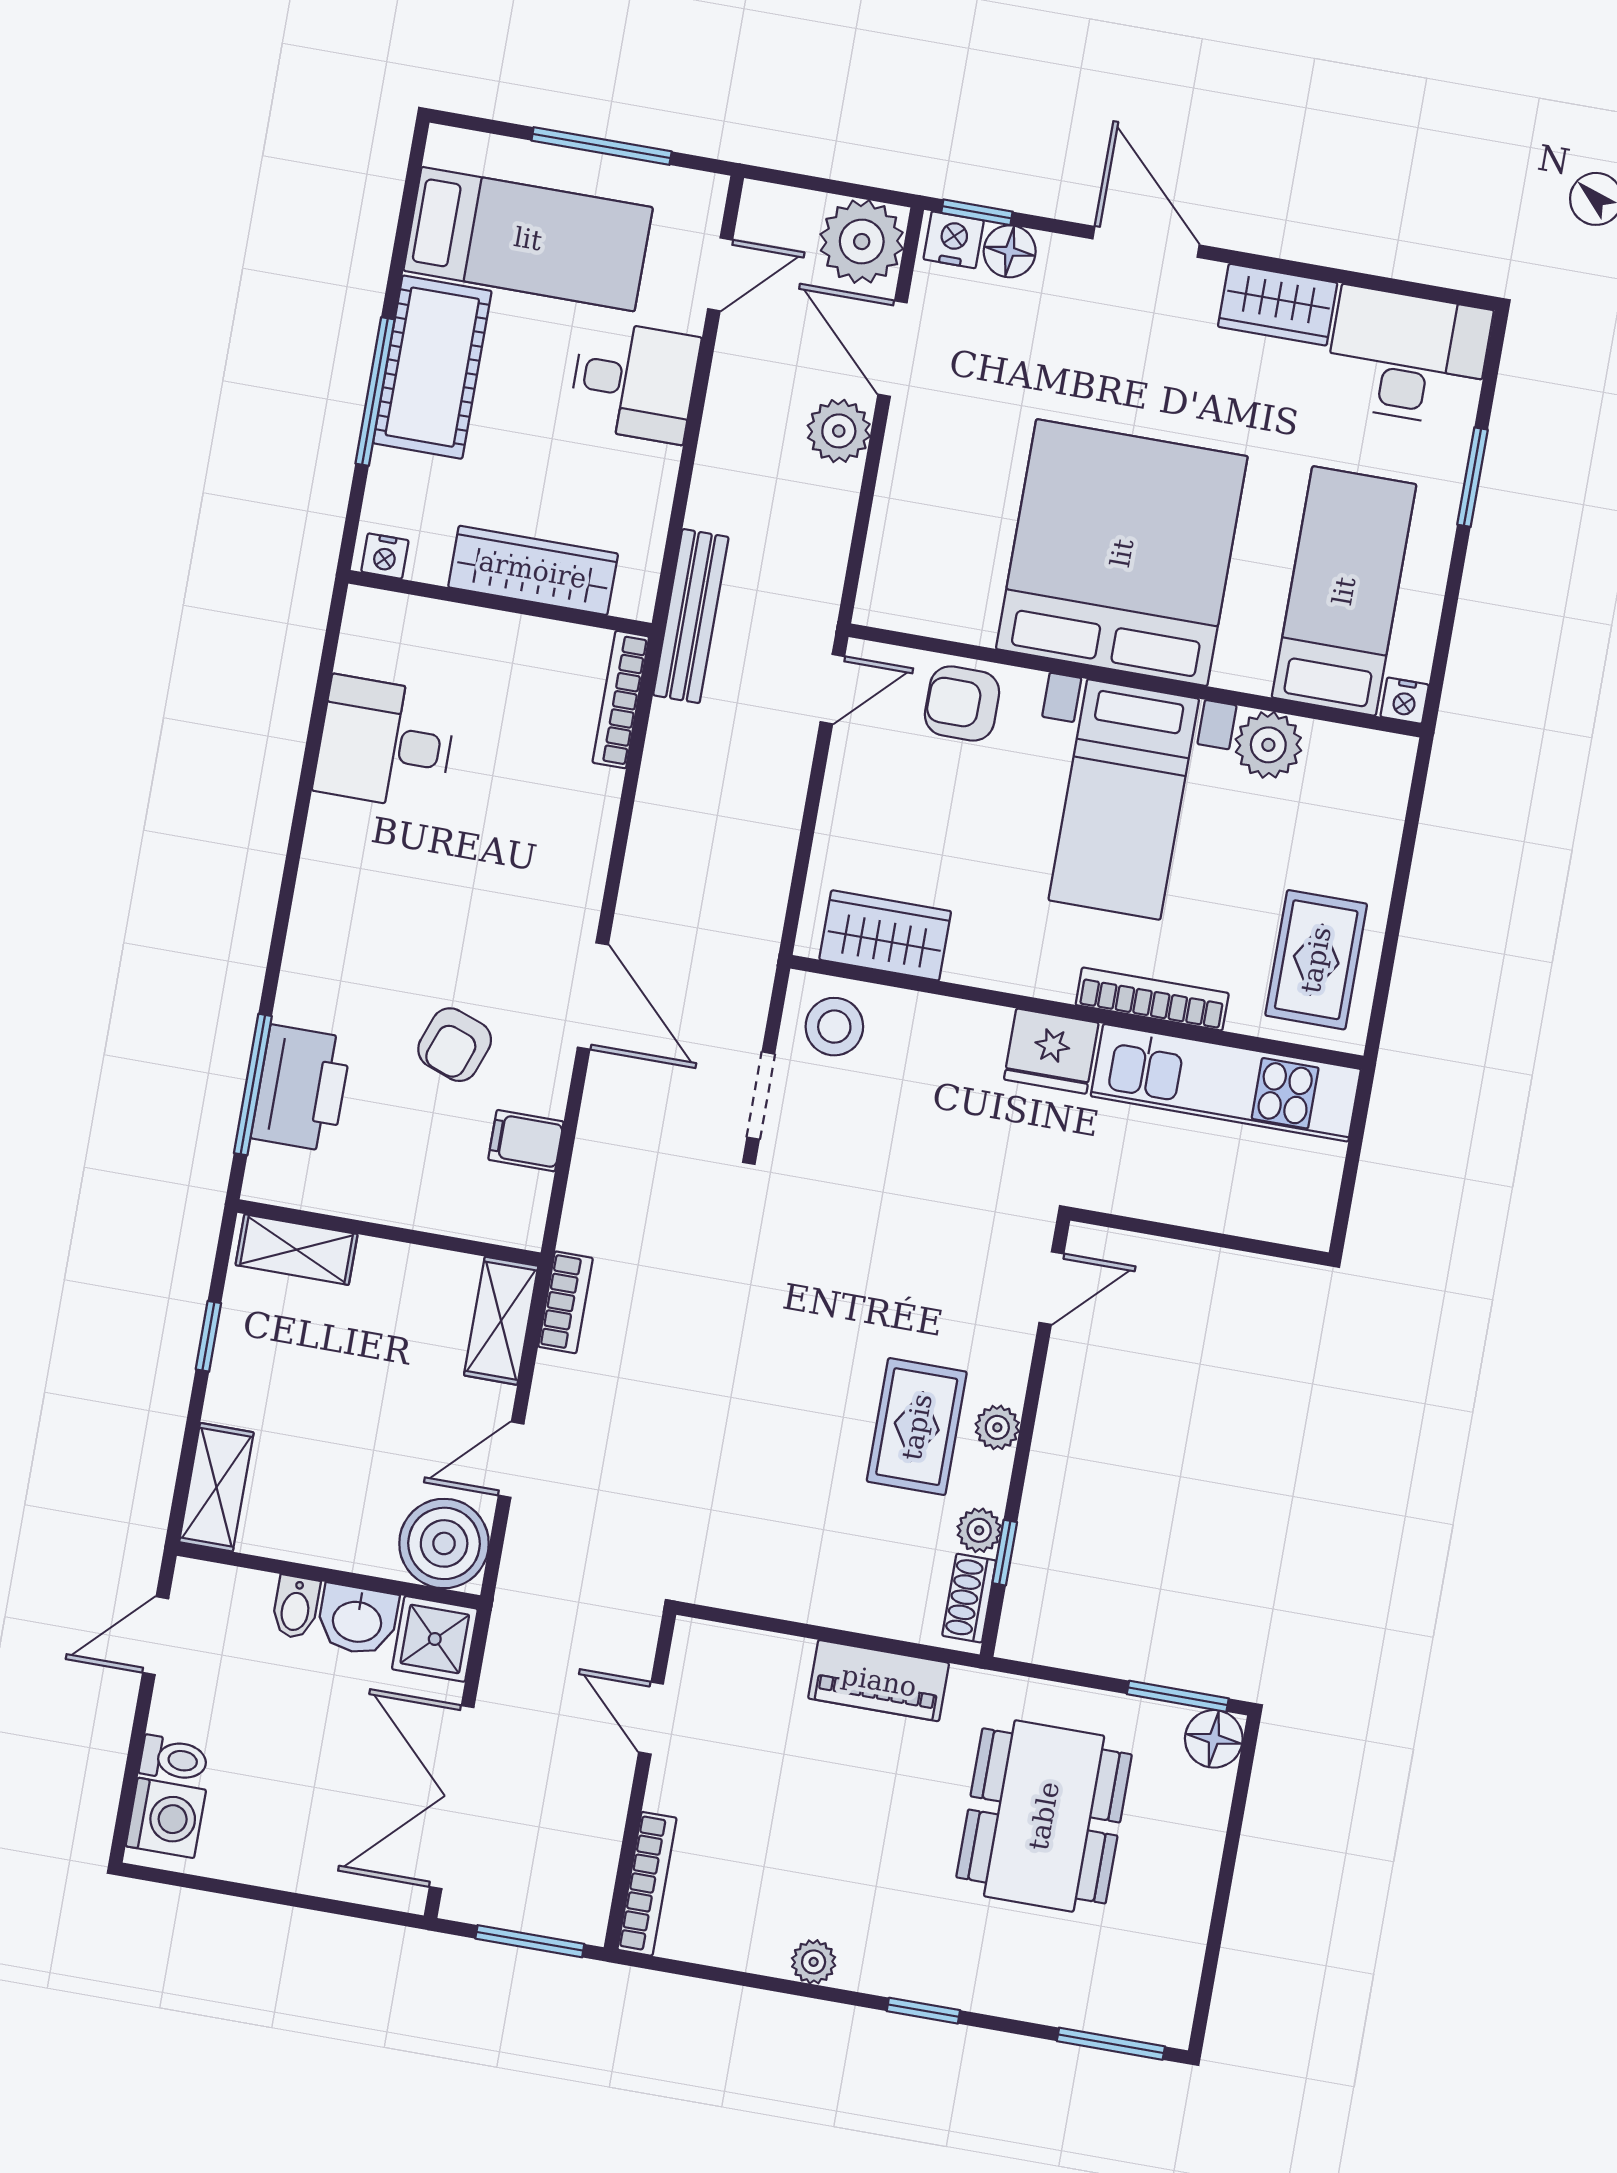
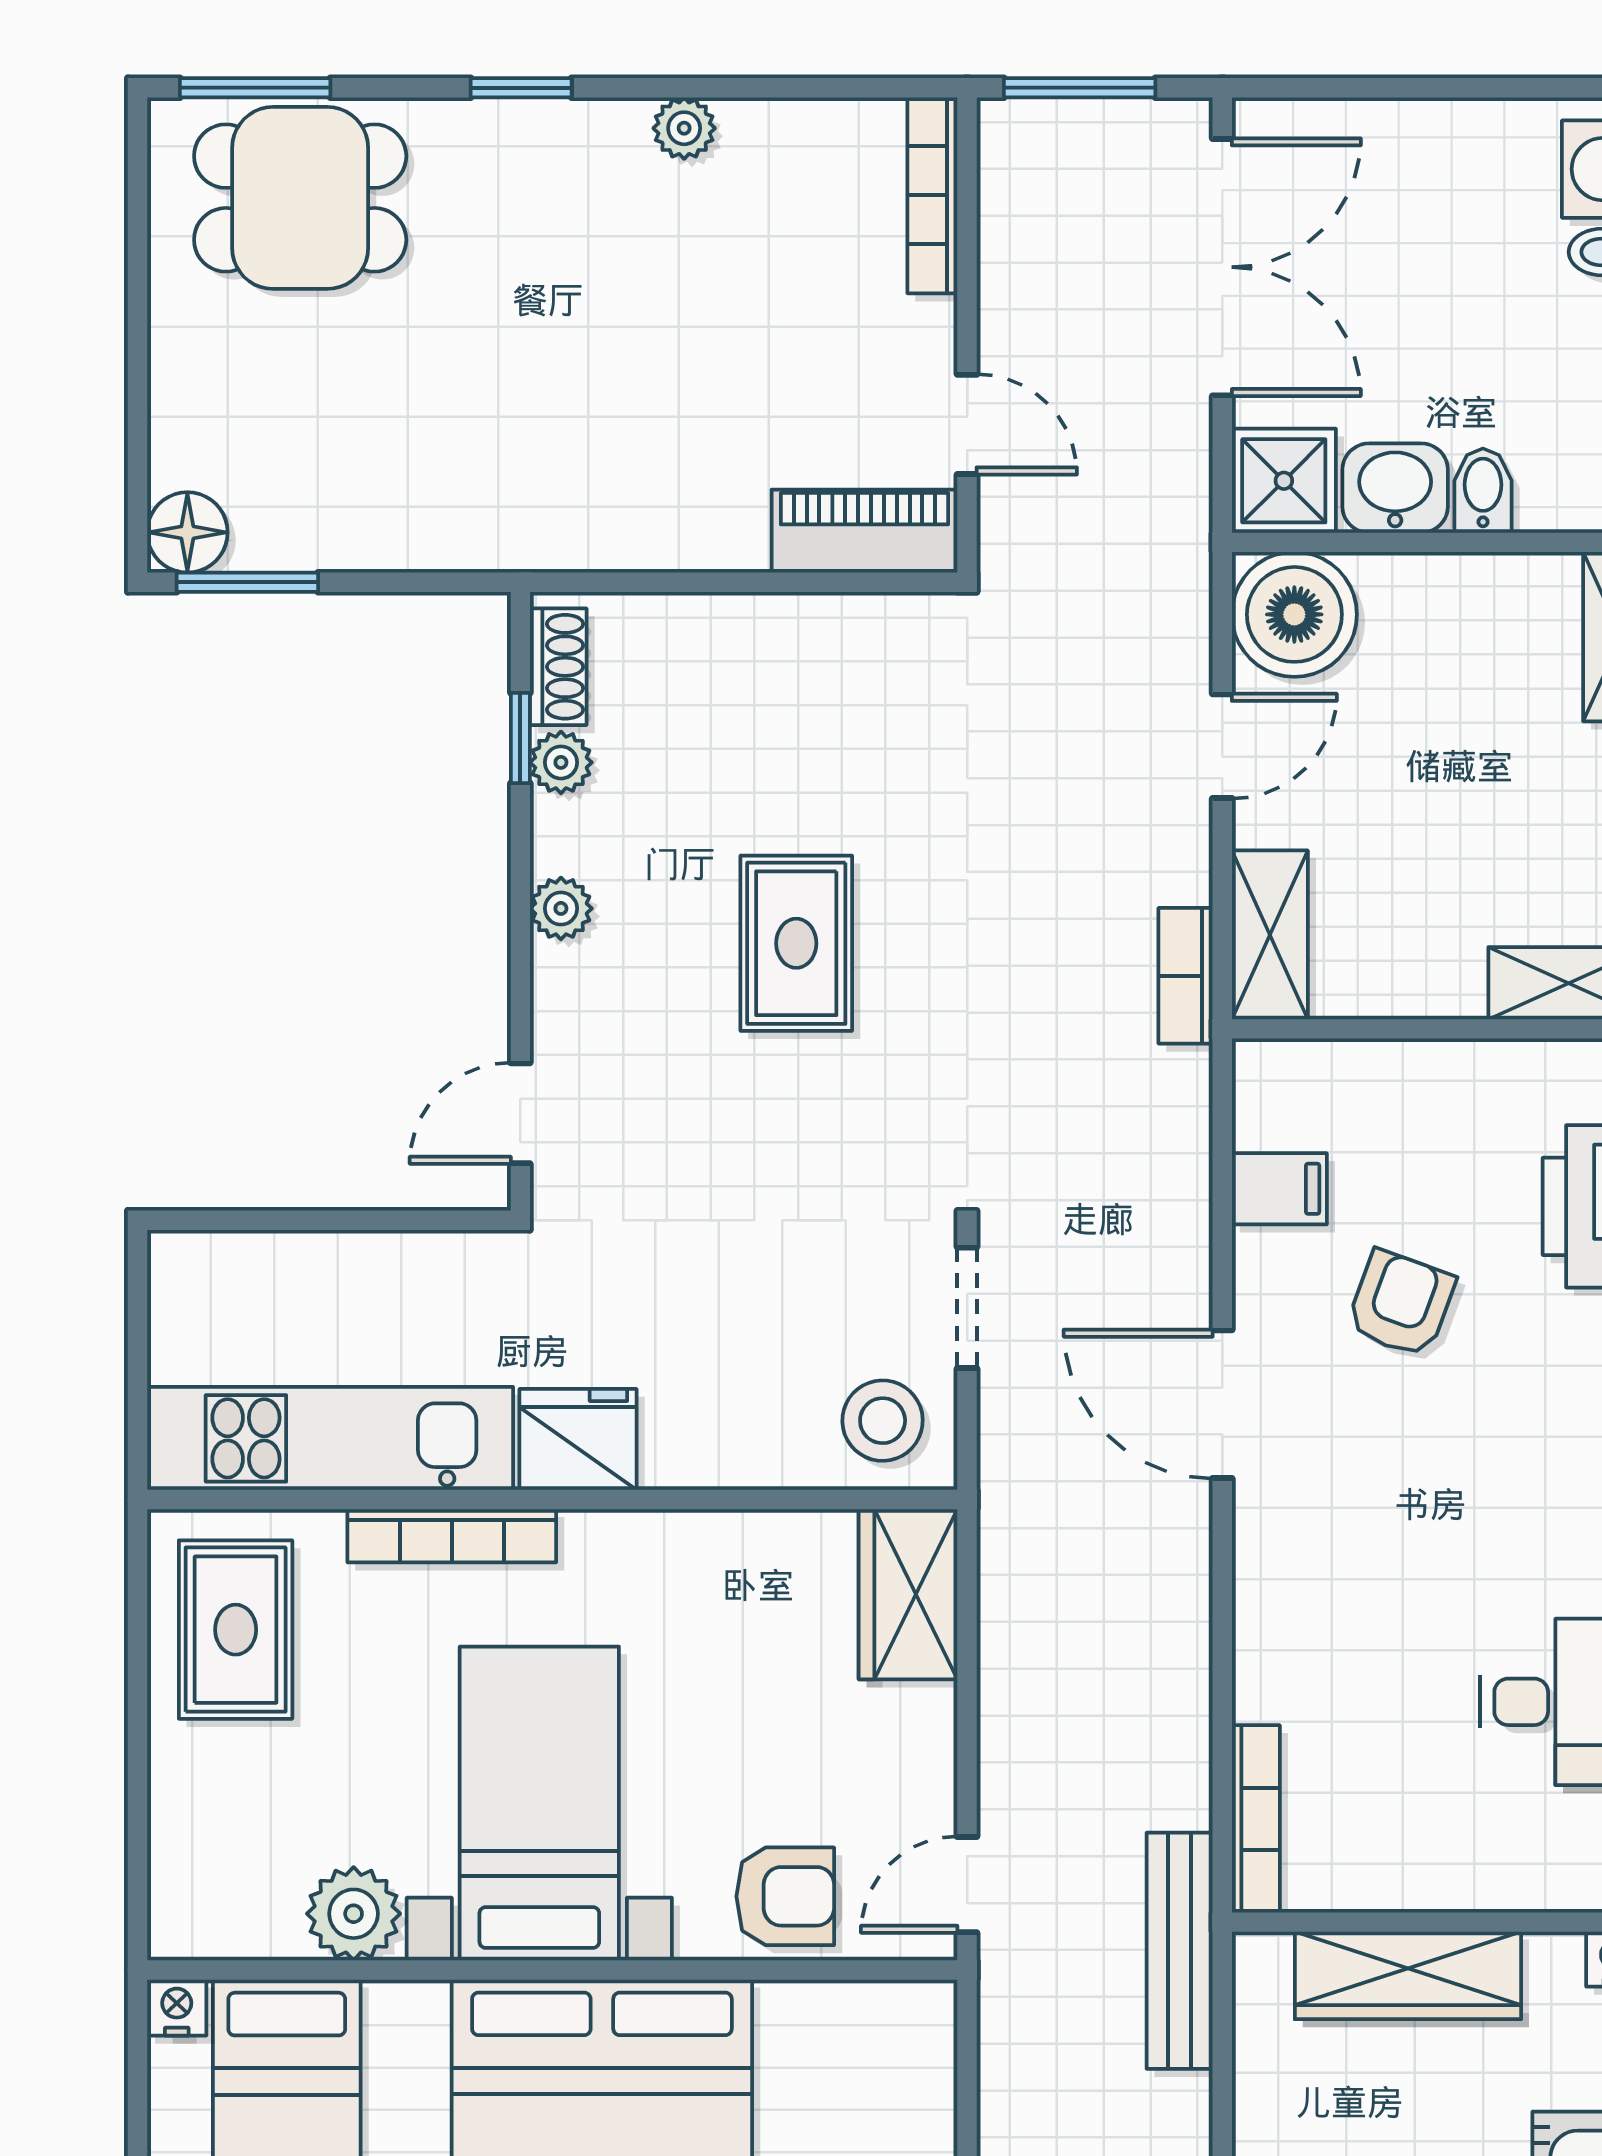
wardrobe: (885, 935) -> (908, 1594), moved, turned 90
rug: (917, 1427) -> (796, 943), moved
piano: (879, 1681) -> (865, 531), moved
dining table: (1044, 1816) -> (300, 198), moved, width x0.73

